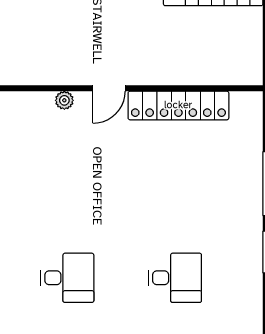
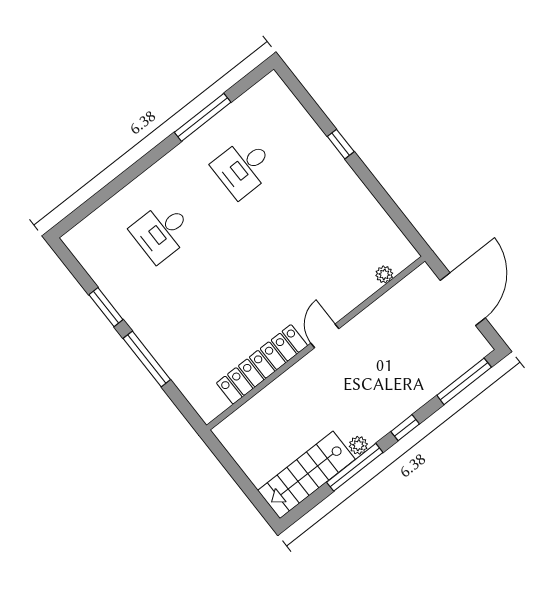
plant: (64, 100) -> (384, 274), moved

